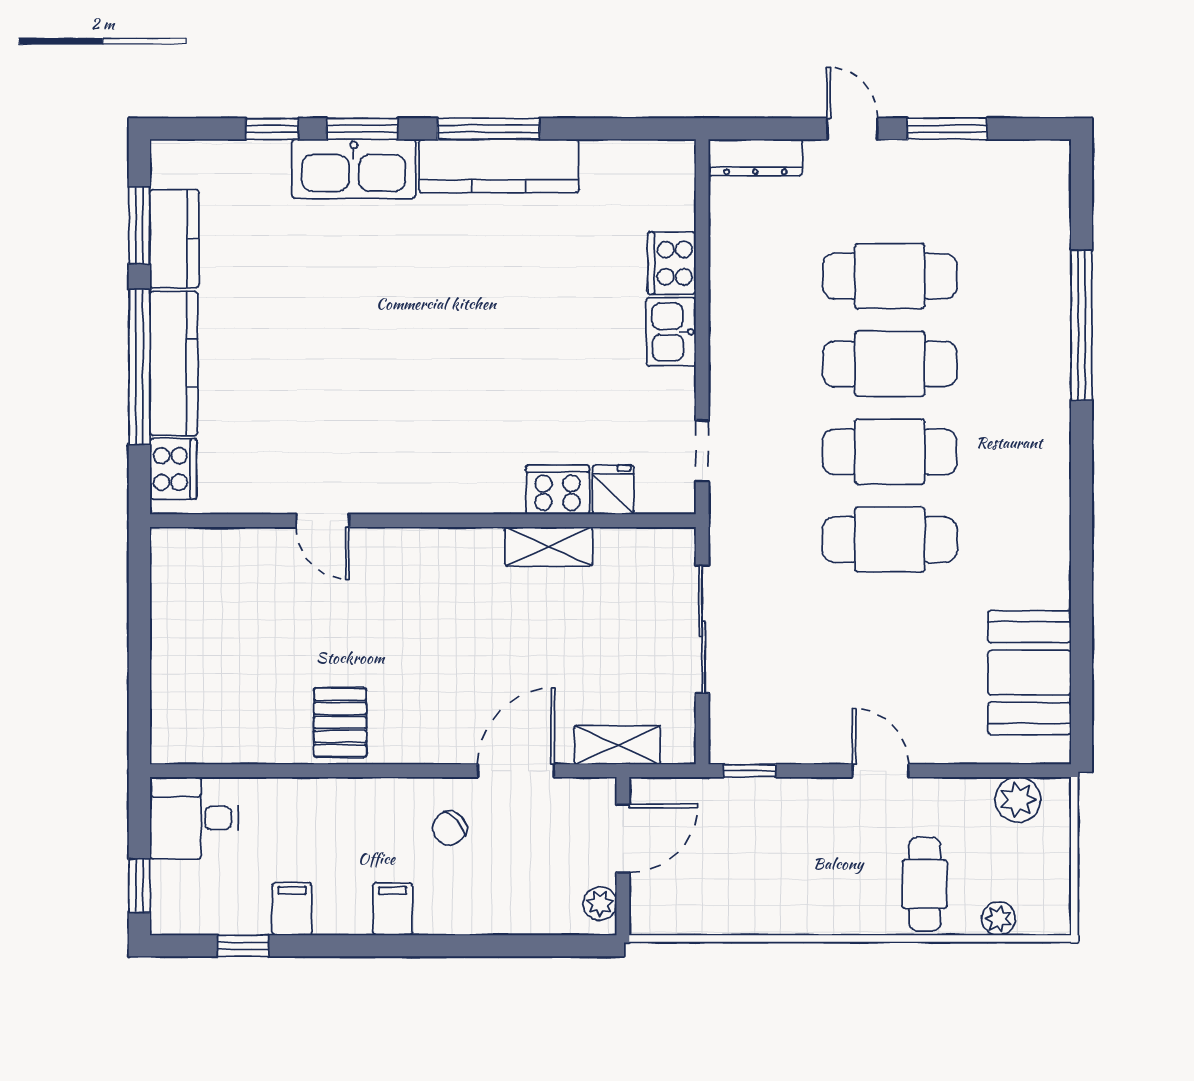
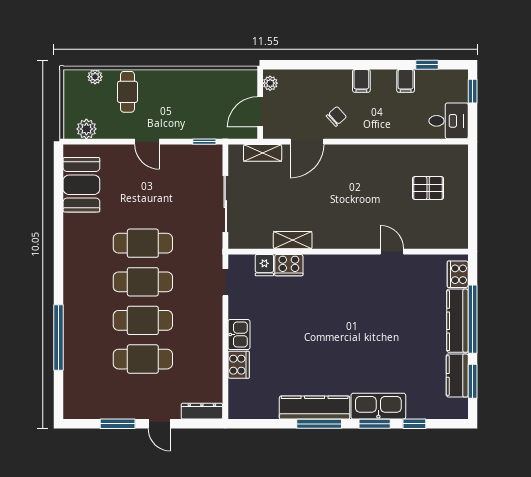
pallet: (340, 722) -> (428, 188), moved, turned 90

